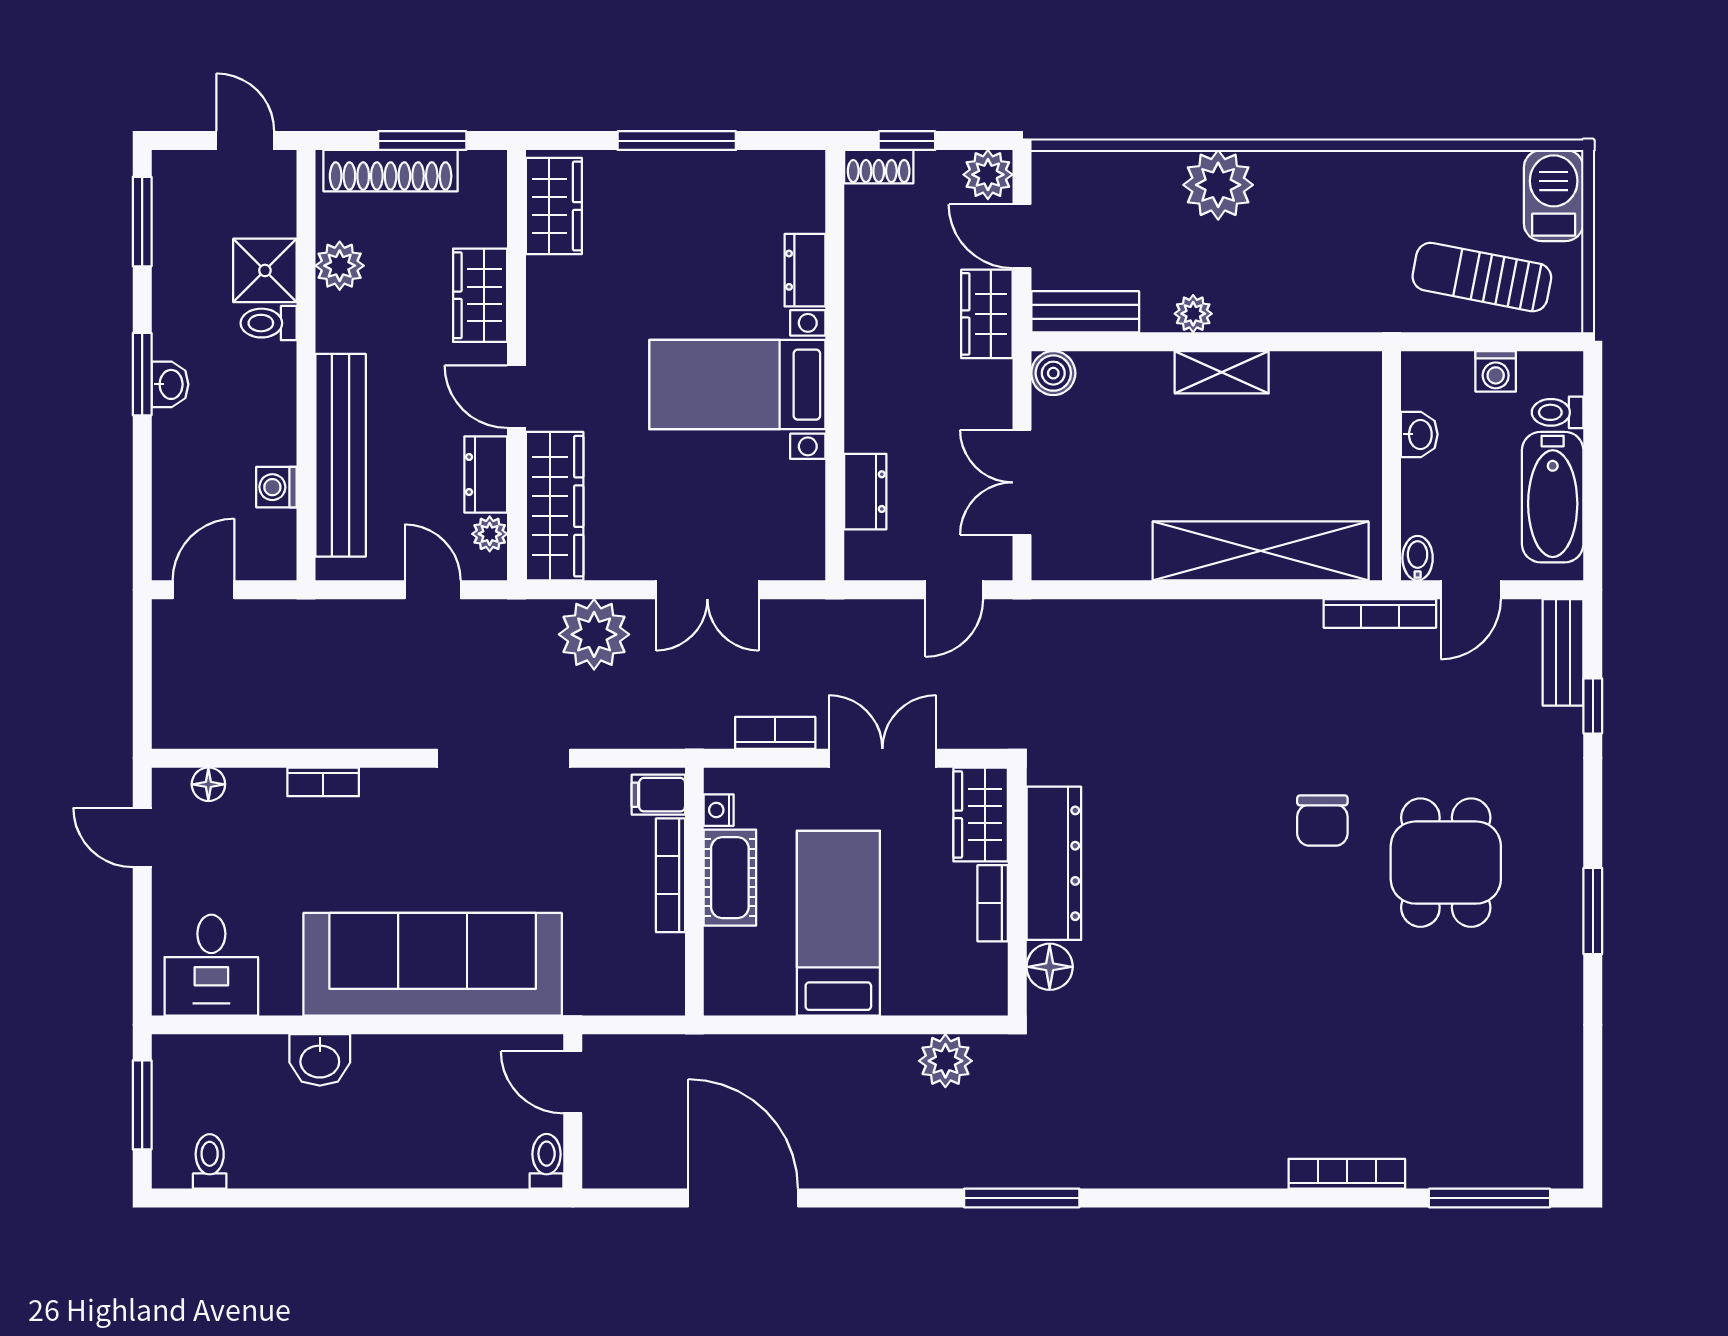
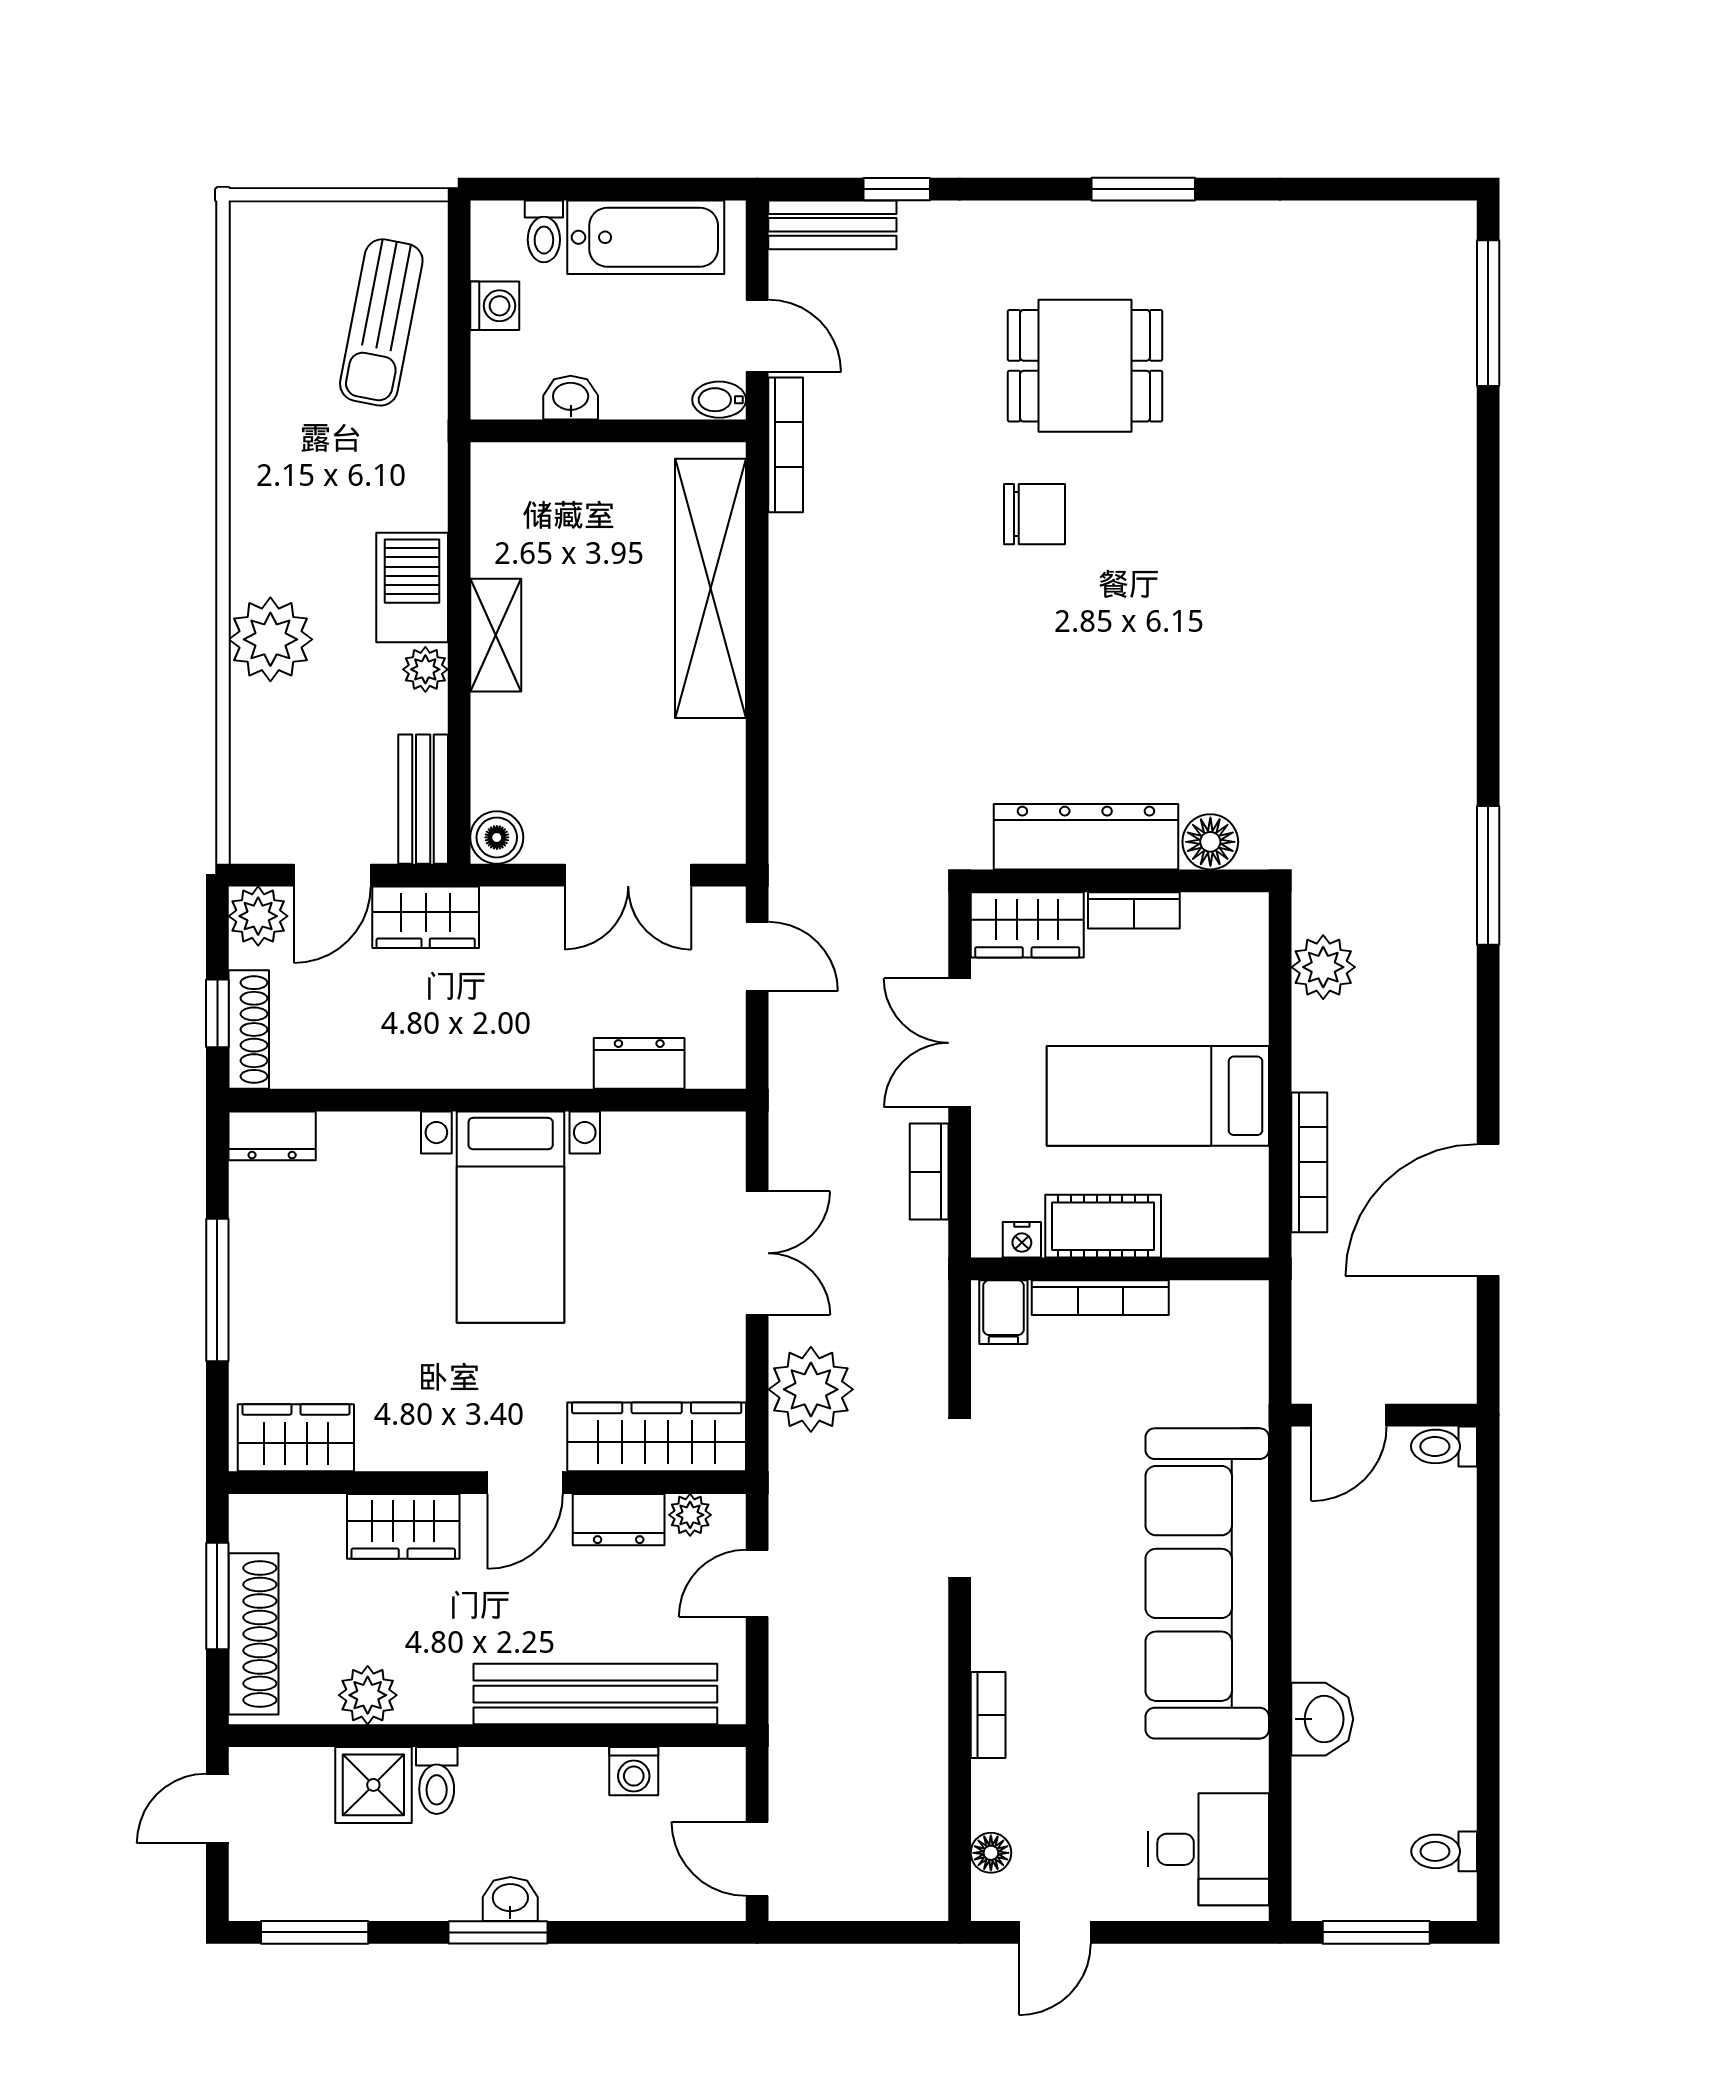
shoe rack: (879, 167) -> (249, 1029), width x1.43
barbecue: (1554, 195) -> (412, 588), moved, turned 90
dresser: (805, 270) -> (272, 1136), moved
bookcase: (1347, 1174) -> (1309, 1162), moved, turned 180

